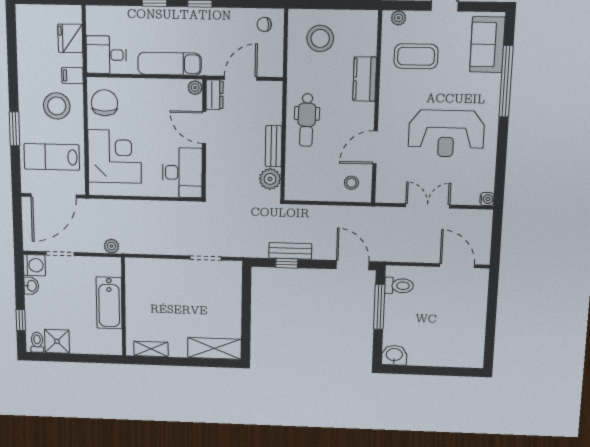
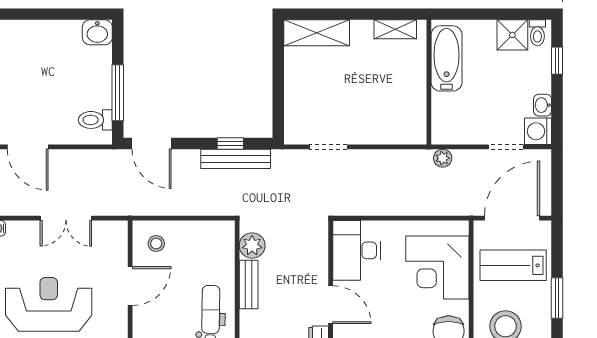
lab bench: (52, 157) -> (513, 265), turned 180
bench: (290, 251) -> (236, 159), width x1.36
bathtub: (109, 303) -> (447, 58), moved

